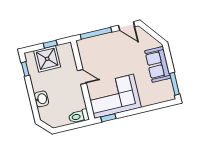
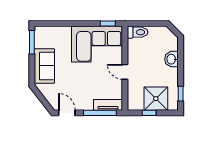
tv unit: (90, 42) -> (108, 105), added

